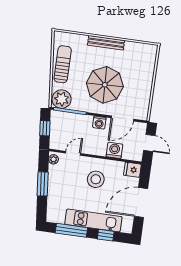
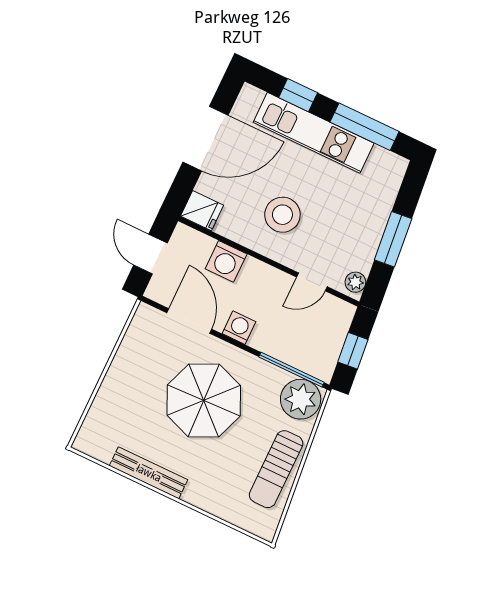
bench: (106, 43) -> (149, 473), moved
door: (123, 118) -> (189, 321), hinge flipped

